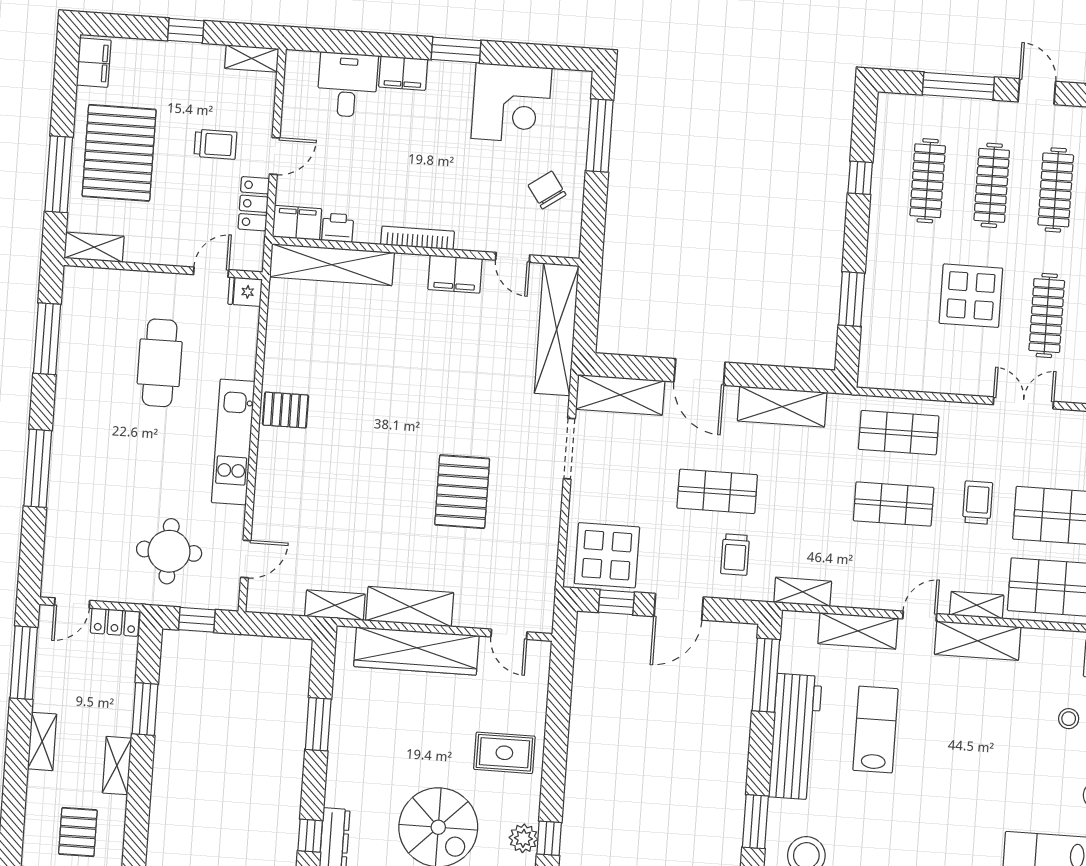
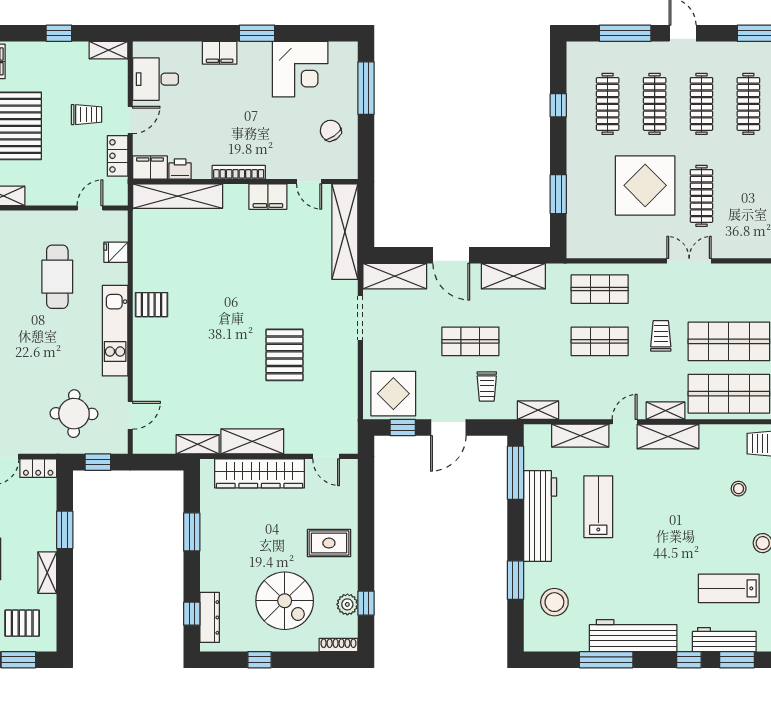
desk: (347, 85) -> (156, 79), moved, turned -90
fridge: (245, 292) -> (116, 252), moved
display table: (971, 296) -> (645, 185), width x1.36, depth x1.36
pallet: (78, 832) -> (22, 623), turned 90

